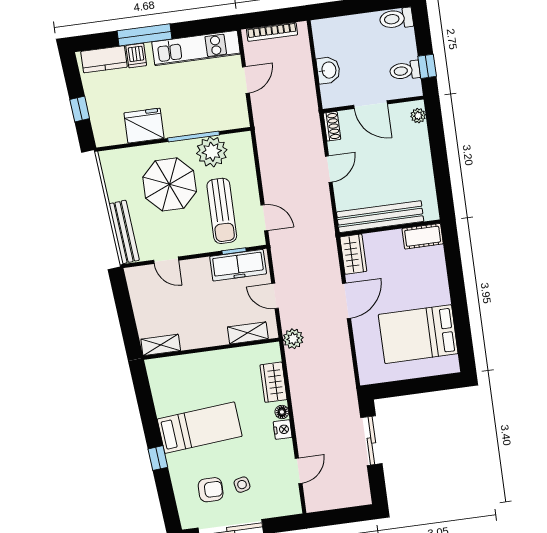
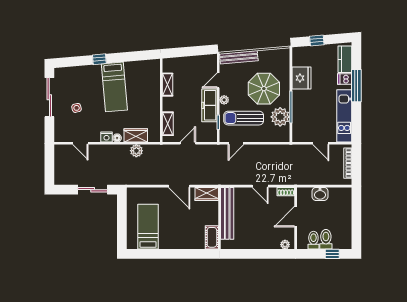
toilet: (396, 19) -> (326, 239), moved
window: (427, 66) -> (332, 254), moved
plant: (197, 247) -> (224, 100), added
freezer: (238, 265) -> (209, 105), moved
bed: (418, 334) -> (148, 227), width x0.67
plant: (293, 339) -> (136, 151), moved
shelving: (161, 345) -> (168, 85), moved
armchair: (211, 490) -> (76, 89), removed

